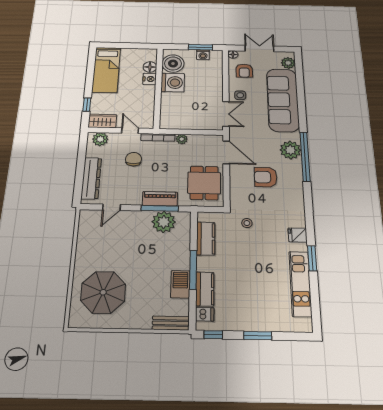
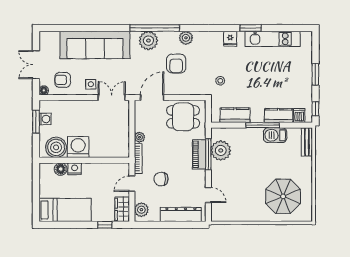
plant: (288, 63) -> (186, 38), moved
armchair: (244, 71) -> (63, 80), turned 180

